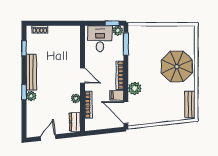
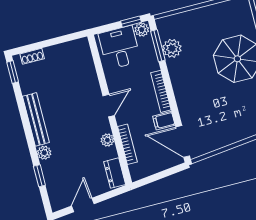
window: (24, 48) -> (13, 72), moved
door: (83, 76) -> (109, 106), hinge flipped
plant: (135, 88) -> (172, 48), moved
window: (24, 92) -> (39, 176), moved

